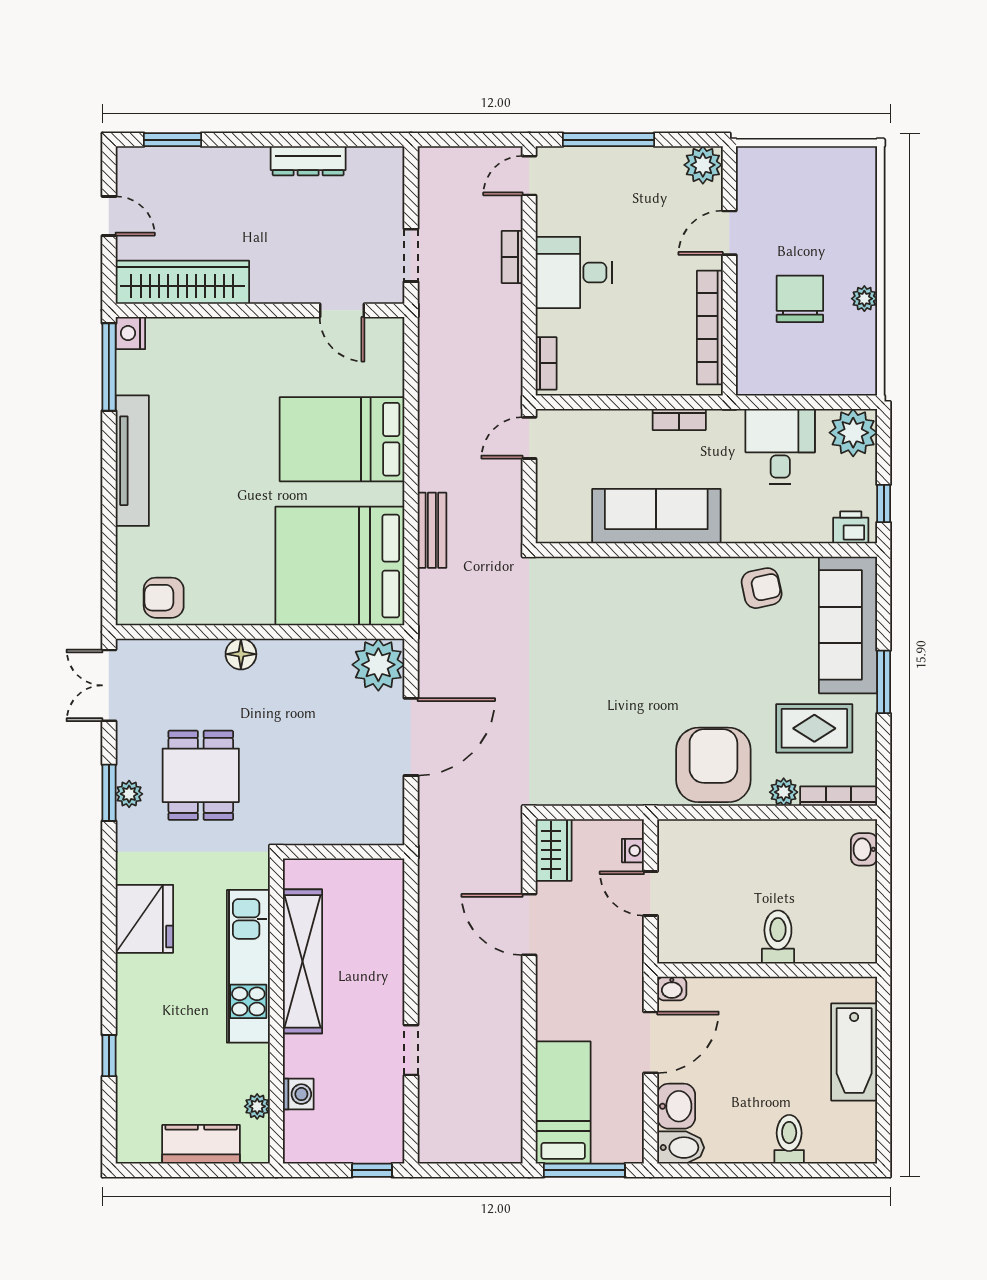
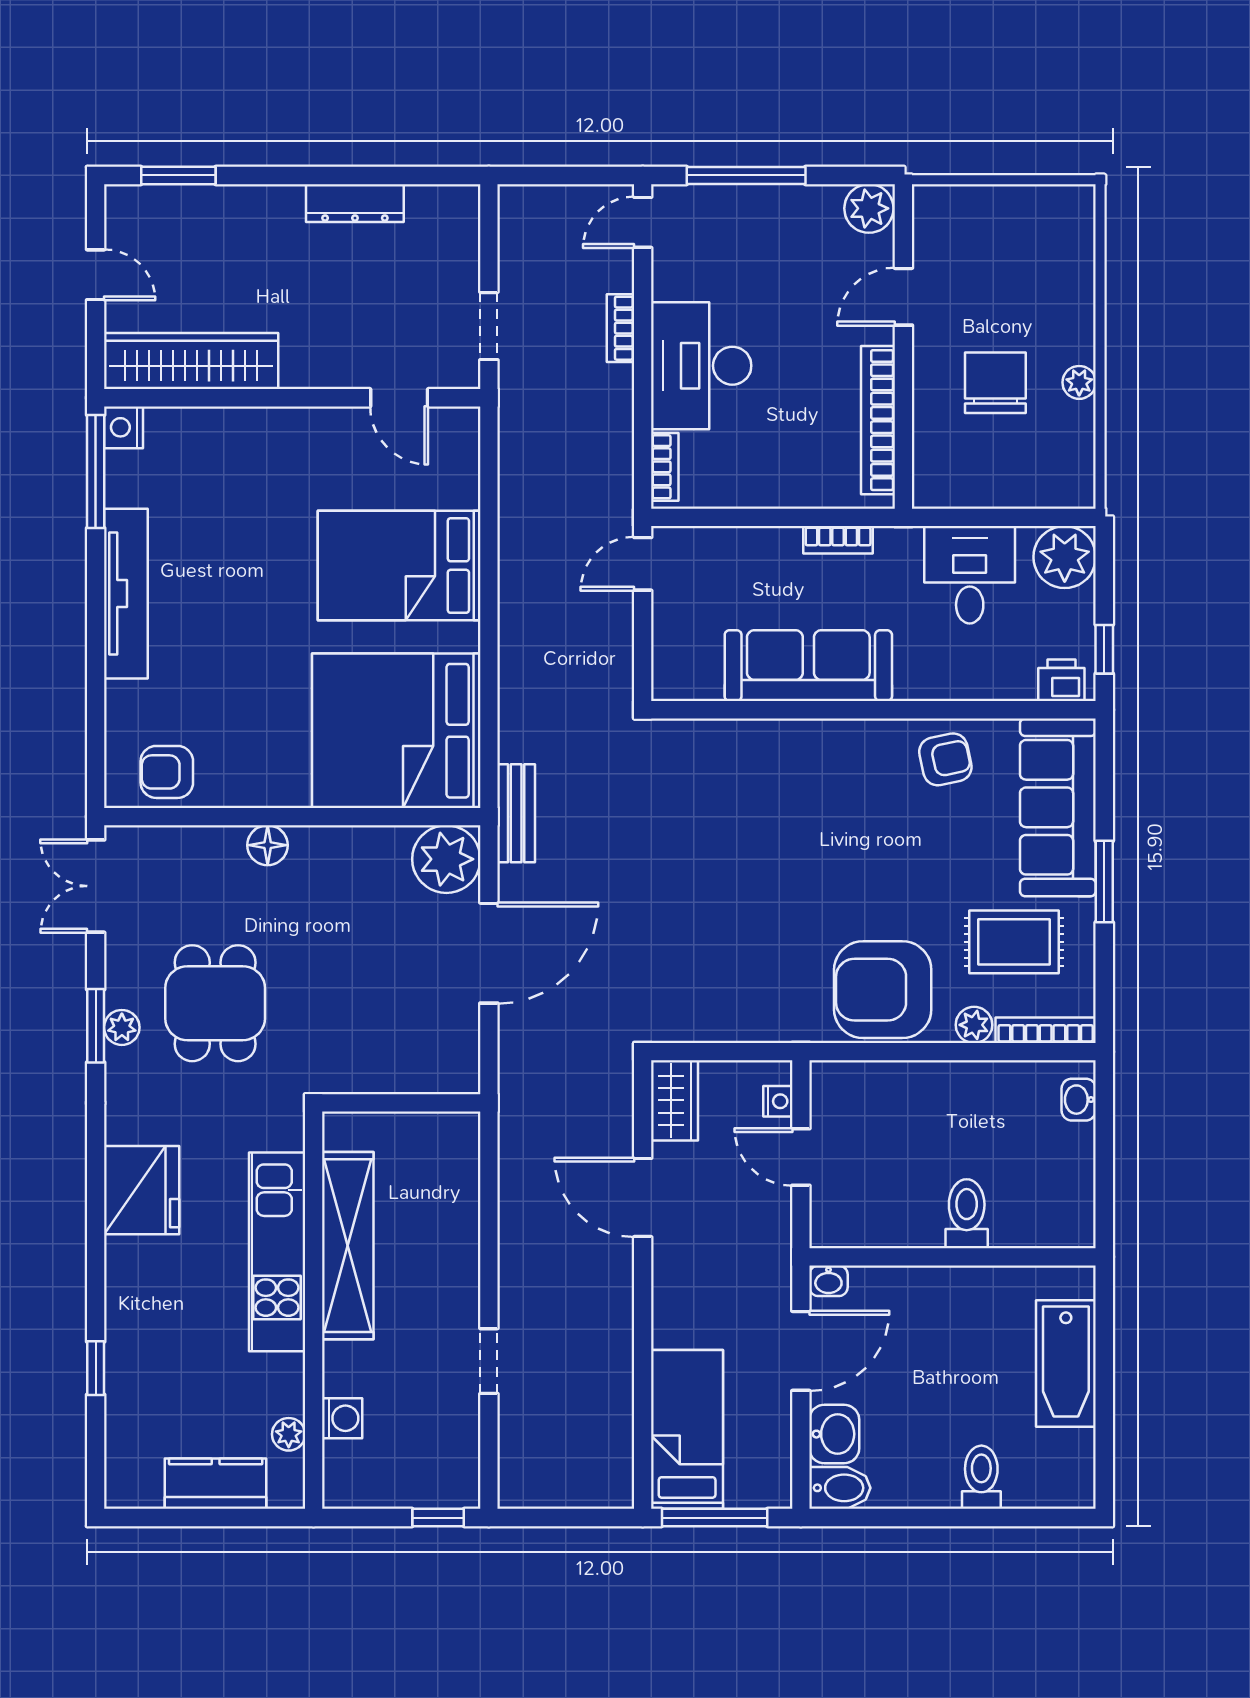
desk: (574, 272) -> (701, 366), width x1.37
bench: (432, 530) -> (516, 813), moved
armchair: (713, 765) -> (883, 990), turned -90

